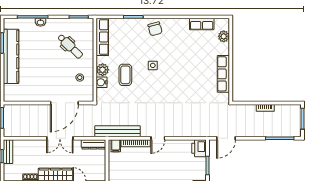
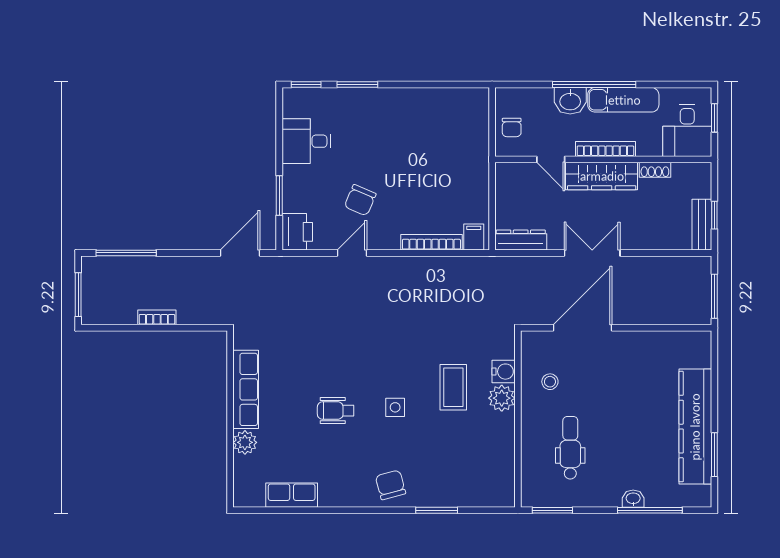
plant: (224, 36) -> (245, 442), moved
row of seats: (102, 37) -> (502, 468), removed
dental chair: (70, 46) -> (570, 448), turned 46
wheelchair: (181, 64) -> (336, 411), added
bench: (118, 131) -> (470, 268), removed
door: (158, 138) -> (352, 253), moved
chair: (169, 163) -> (360, 200), added

